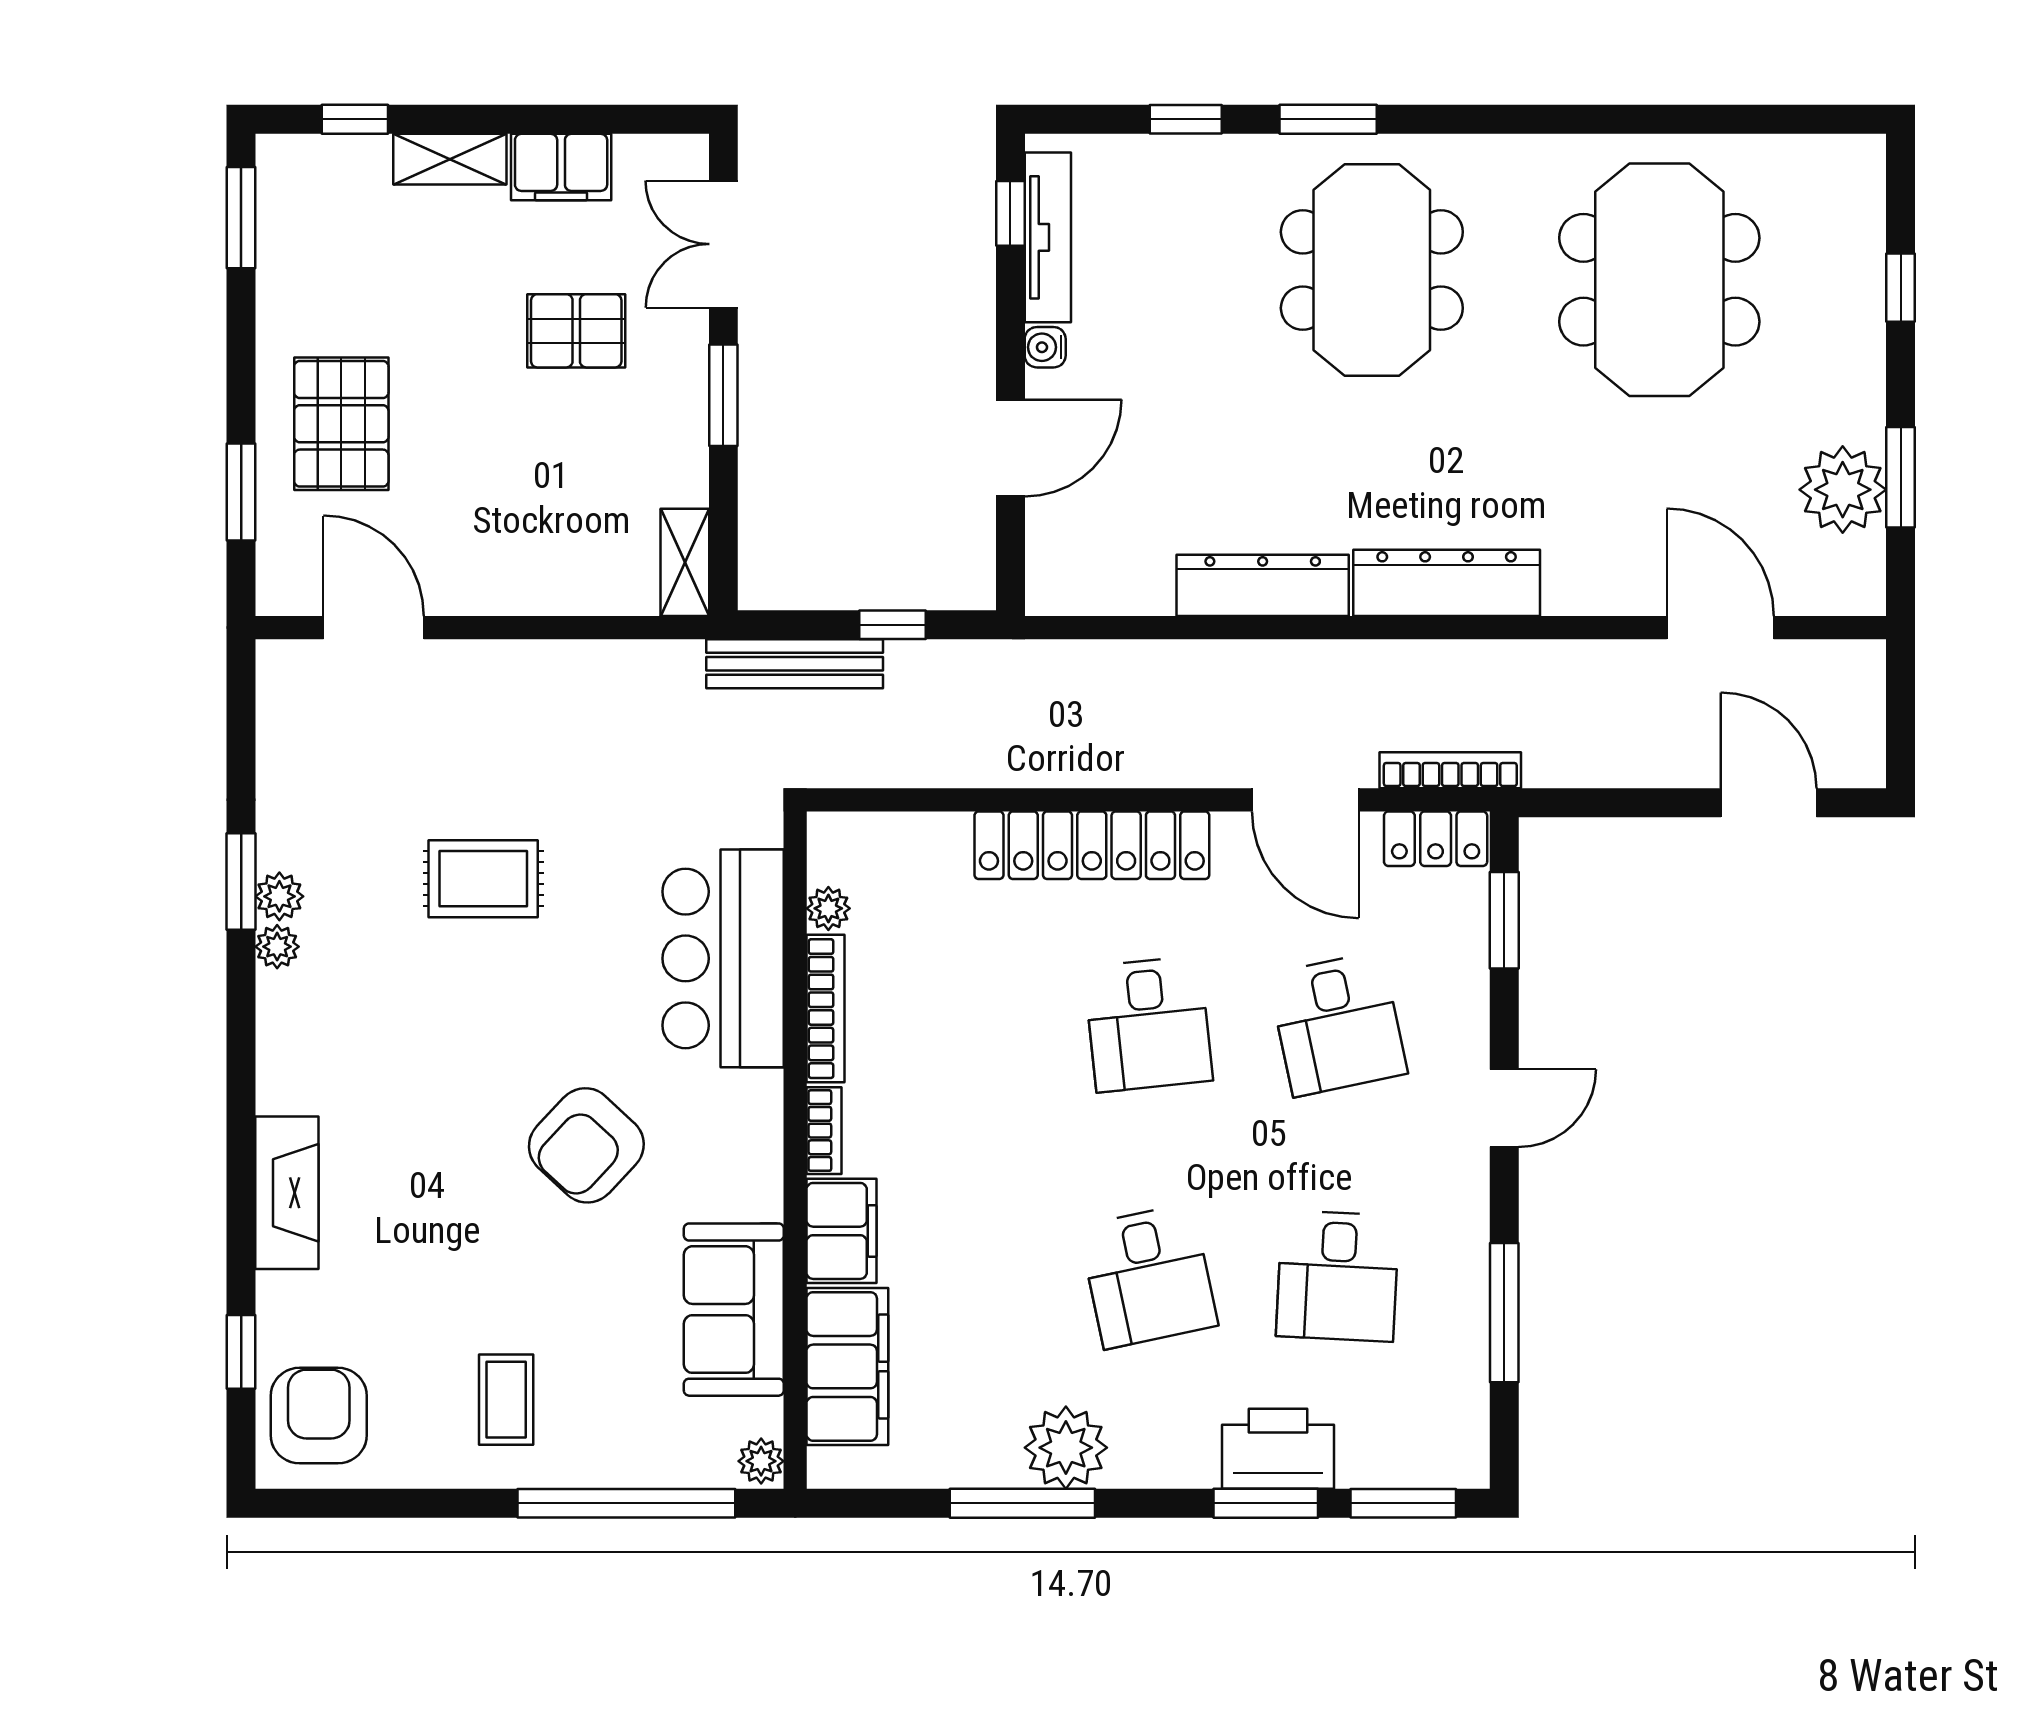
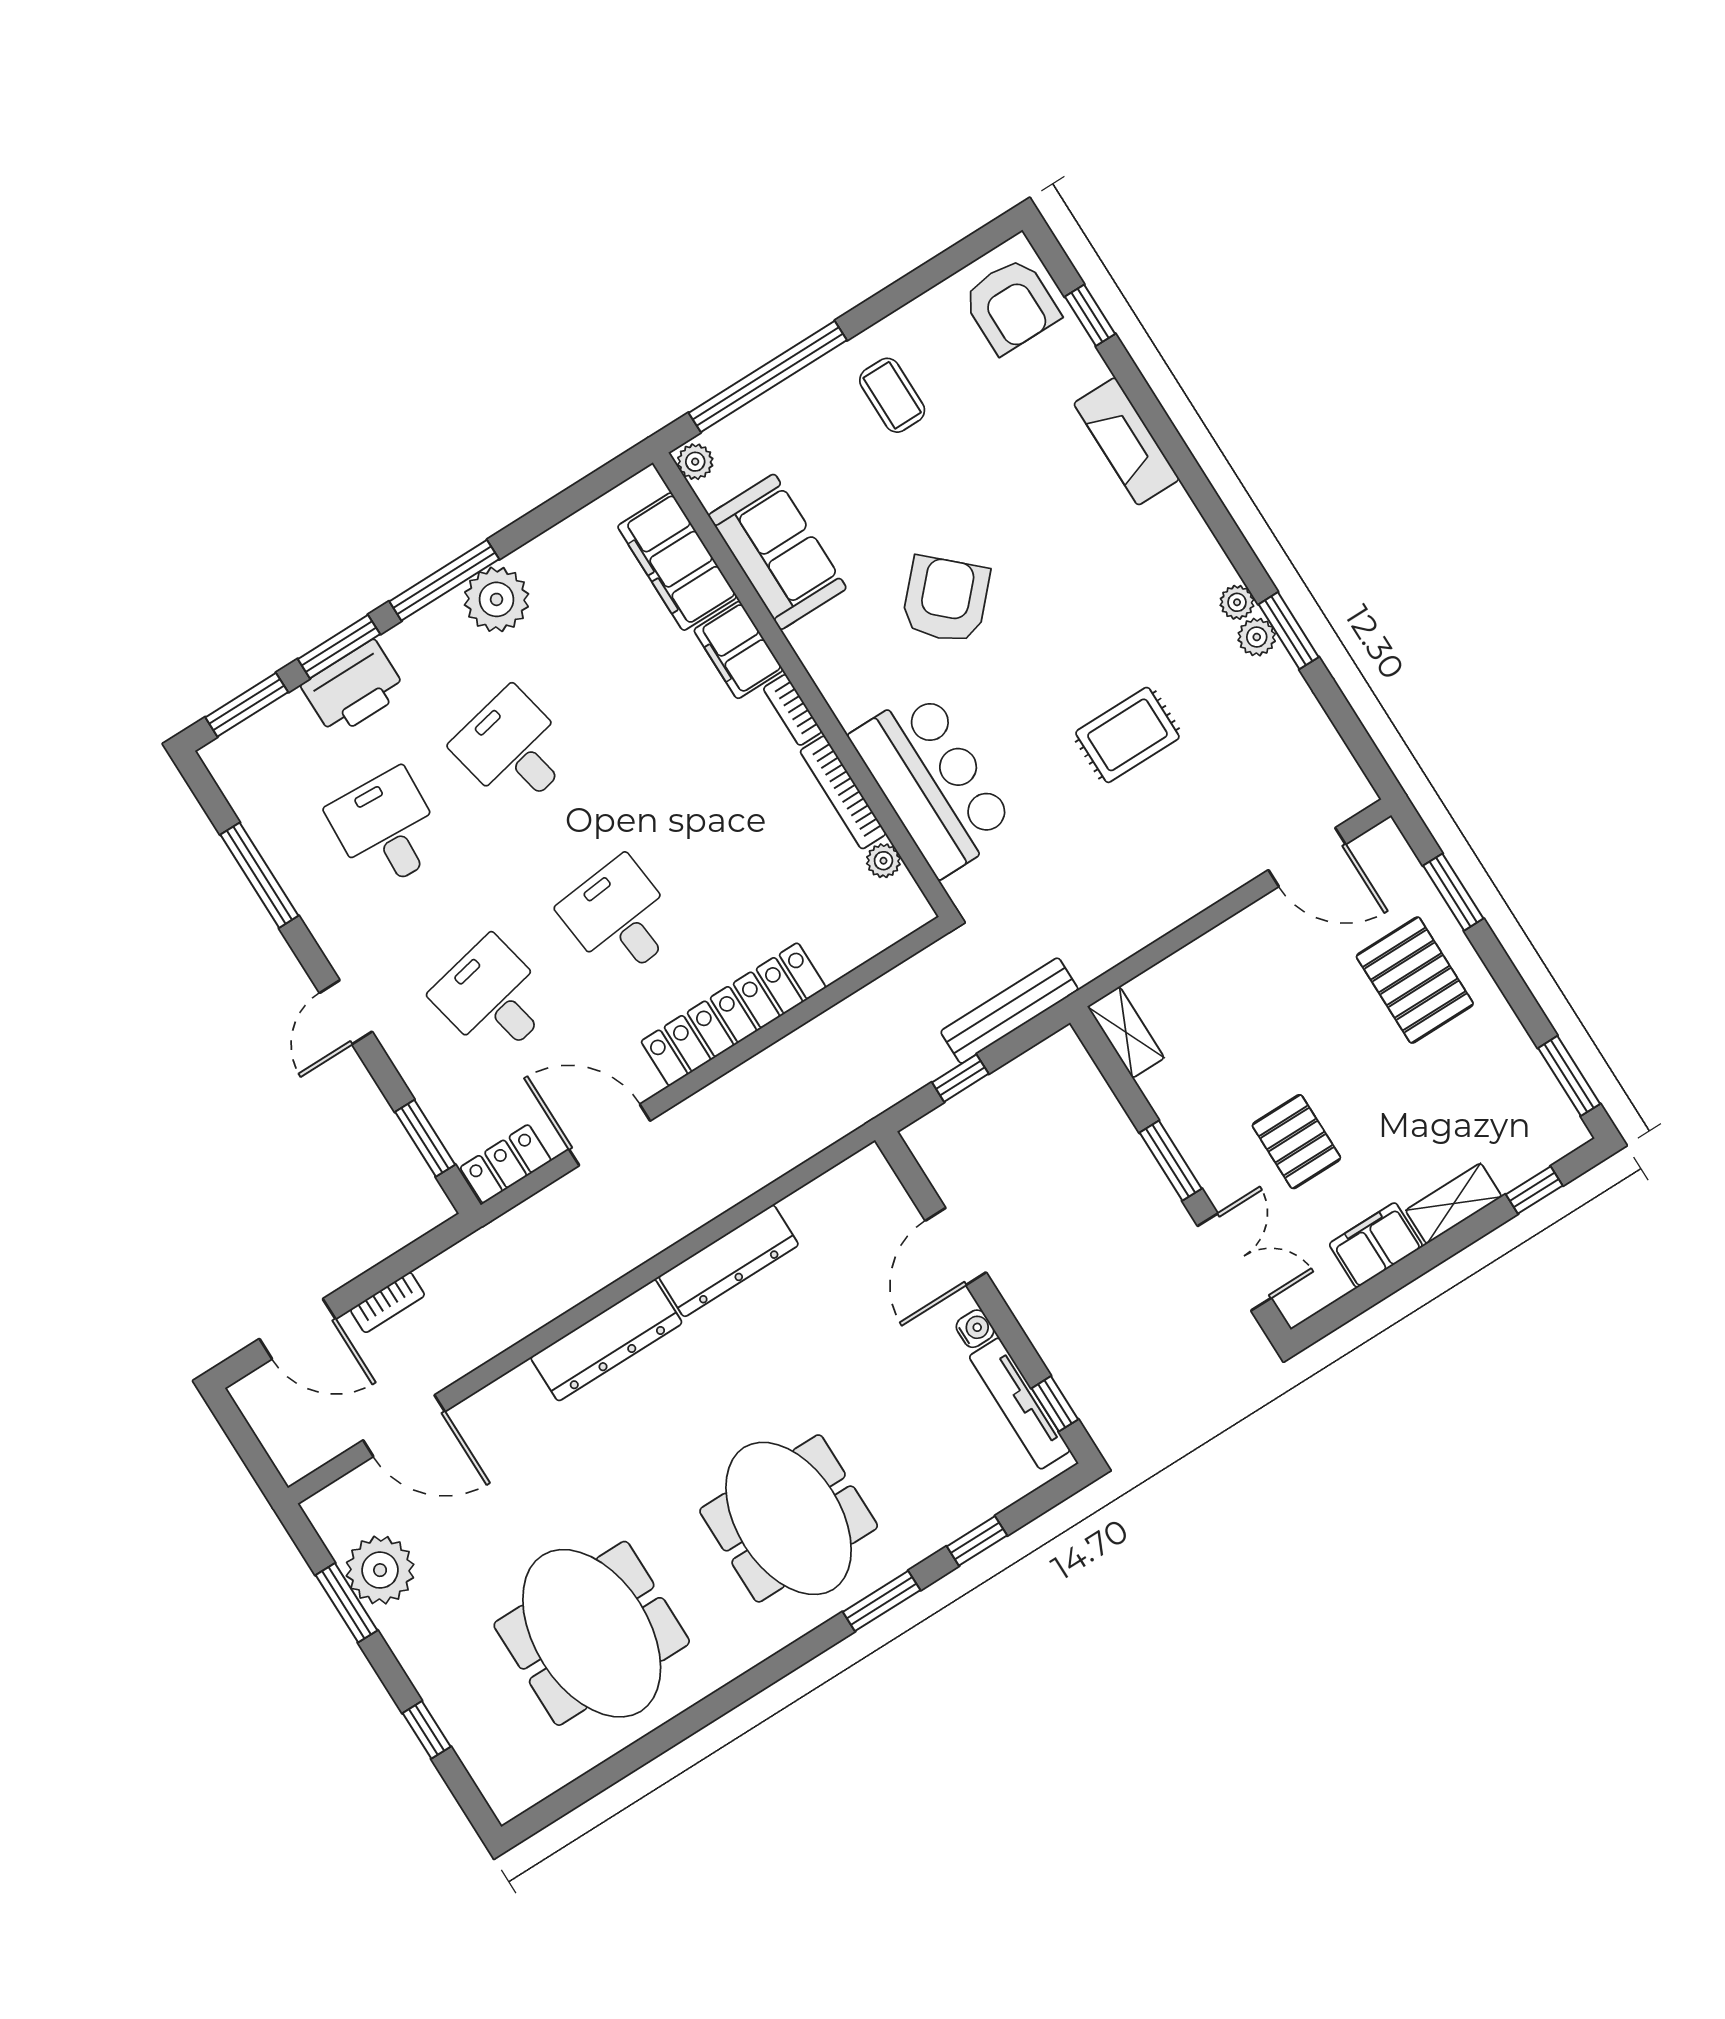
pallet: (576, 331) -> (1296, 1142), turned 90
bookcase: (1450, 770) -> (388, 1302), moved, width x0.64
window: (1022, 1503) -> (444, 580), moved

